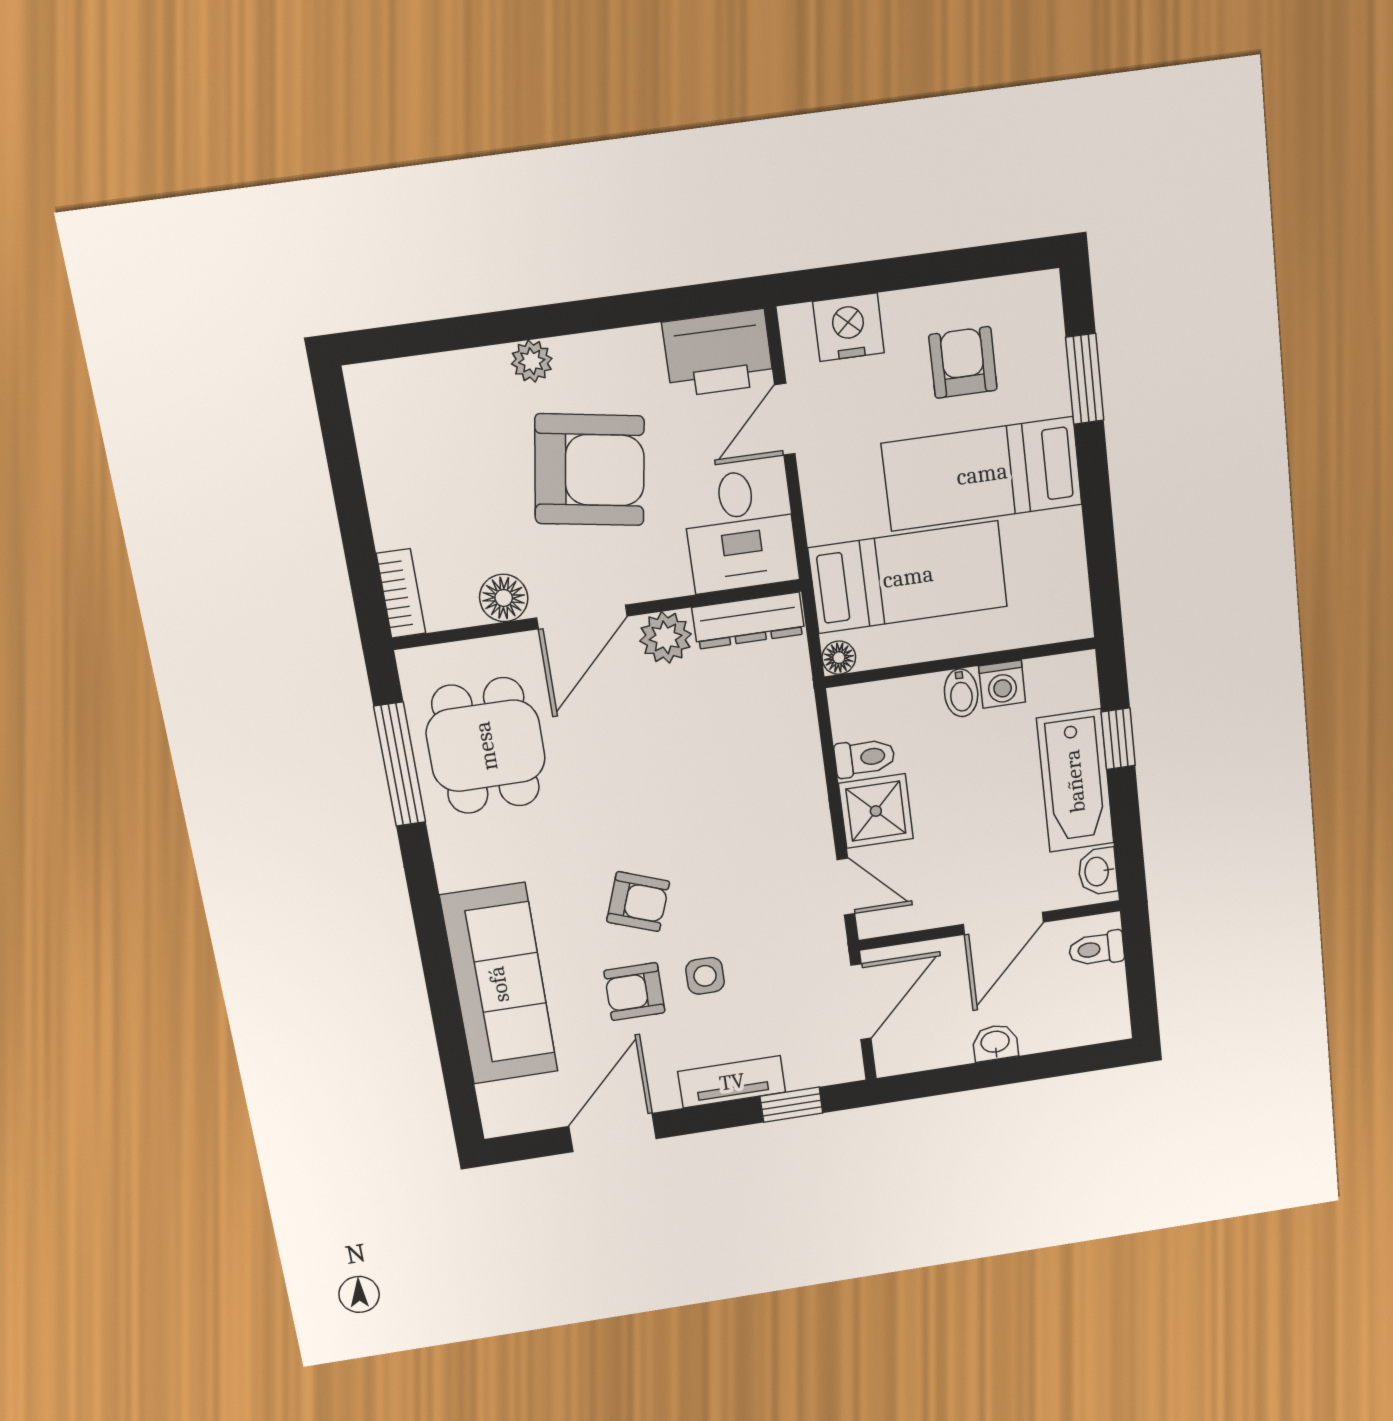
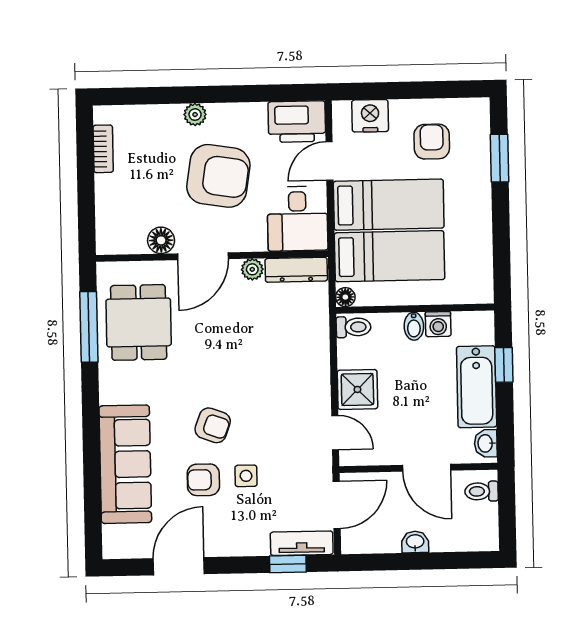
bed: (982, 474) -> (389, 205), moved, turned 180
bookcase: (401, 593) -> (103, 149), moved
plant: (666, 637) -> (252, 269), width x0.73, depth x0.73
toilet: (865, 758) -> (353, 327), moved
door: (1003, 923) -> (427, 468), hinge flipped
tv unit: (732, 1082) -> (302, 543), moved

